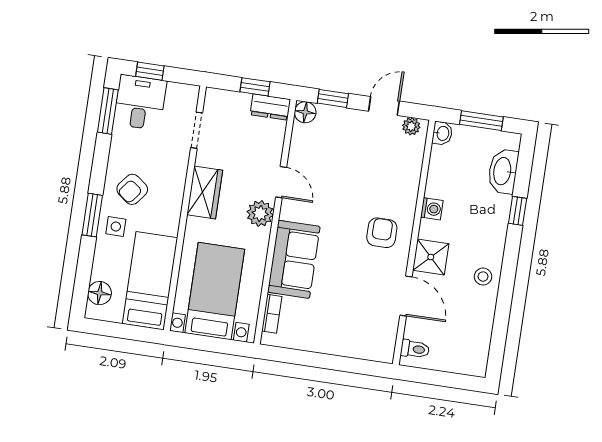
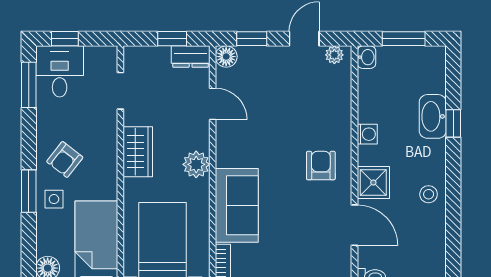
washbasin: (503, 171) -> (433, 116), moved
door: (281, 182) -> (213, 104), moved

